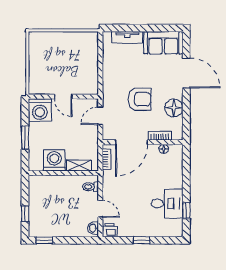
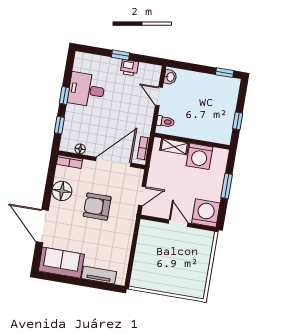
bookcase: (160, 136) -> (69, 162), moved
window: (186, 167) -> (59, 125), added
window: (186, 211) -> (64, 96), moved
window: (25, 214) -> (238, 121), moved
printer: (110, 230) -> (129, 68), moved

